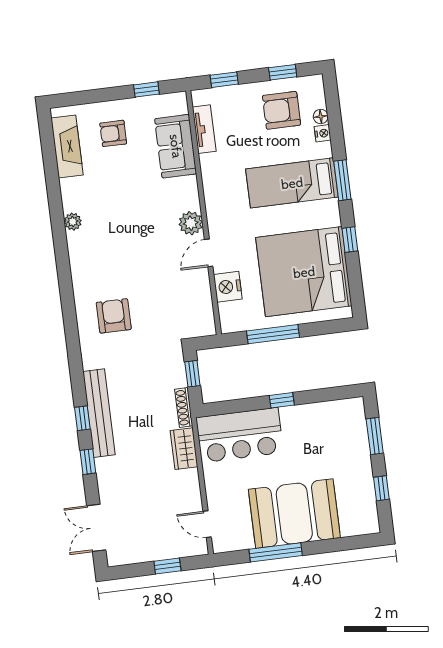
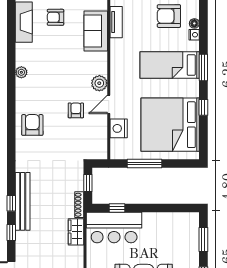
armchair: (161, 268) -> (76, 110), added
armchair: (114, 316) -> (32, 125), moved
window: (282, 400) -> (117, 208), moved

